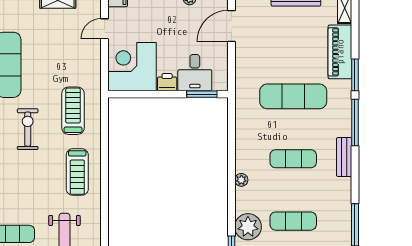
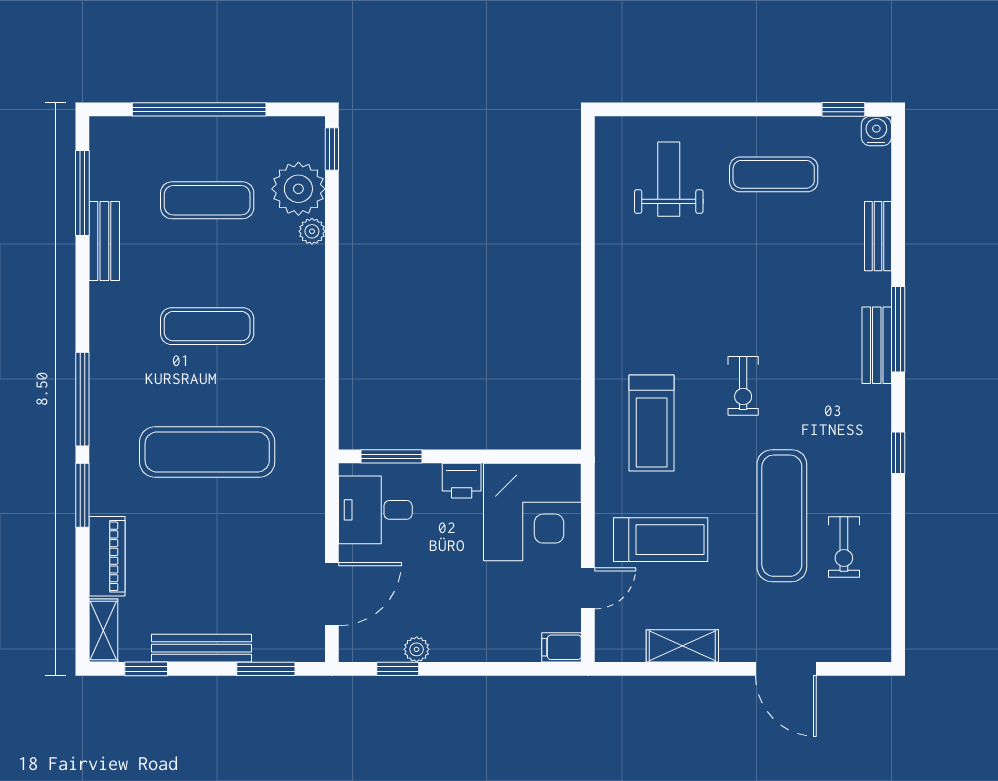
piano: (340, 52) -> (107, 556), width x0.73, depth x0.75
desk: (195, 73) -> (375, 510), moved, turned -90
exercise bike: (28, 129) -> (743, 386), width x0.73, depth x0.72
bench: (344, 157) -> (104, 241), moved
treadmill: (77, 172) -> (661, 540), moved, turned 90
plant: (241, 180) -> (312, 231), moved

